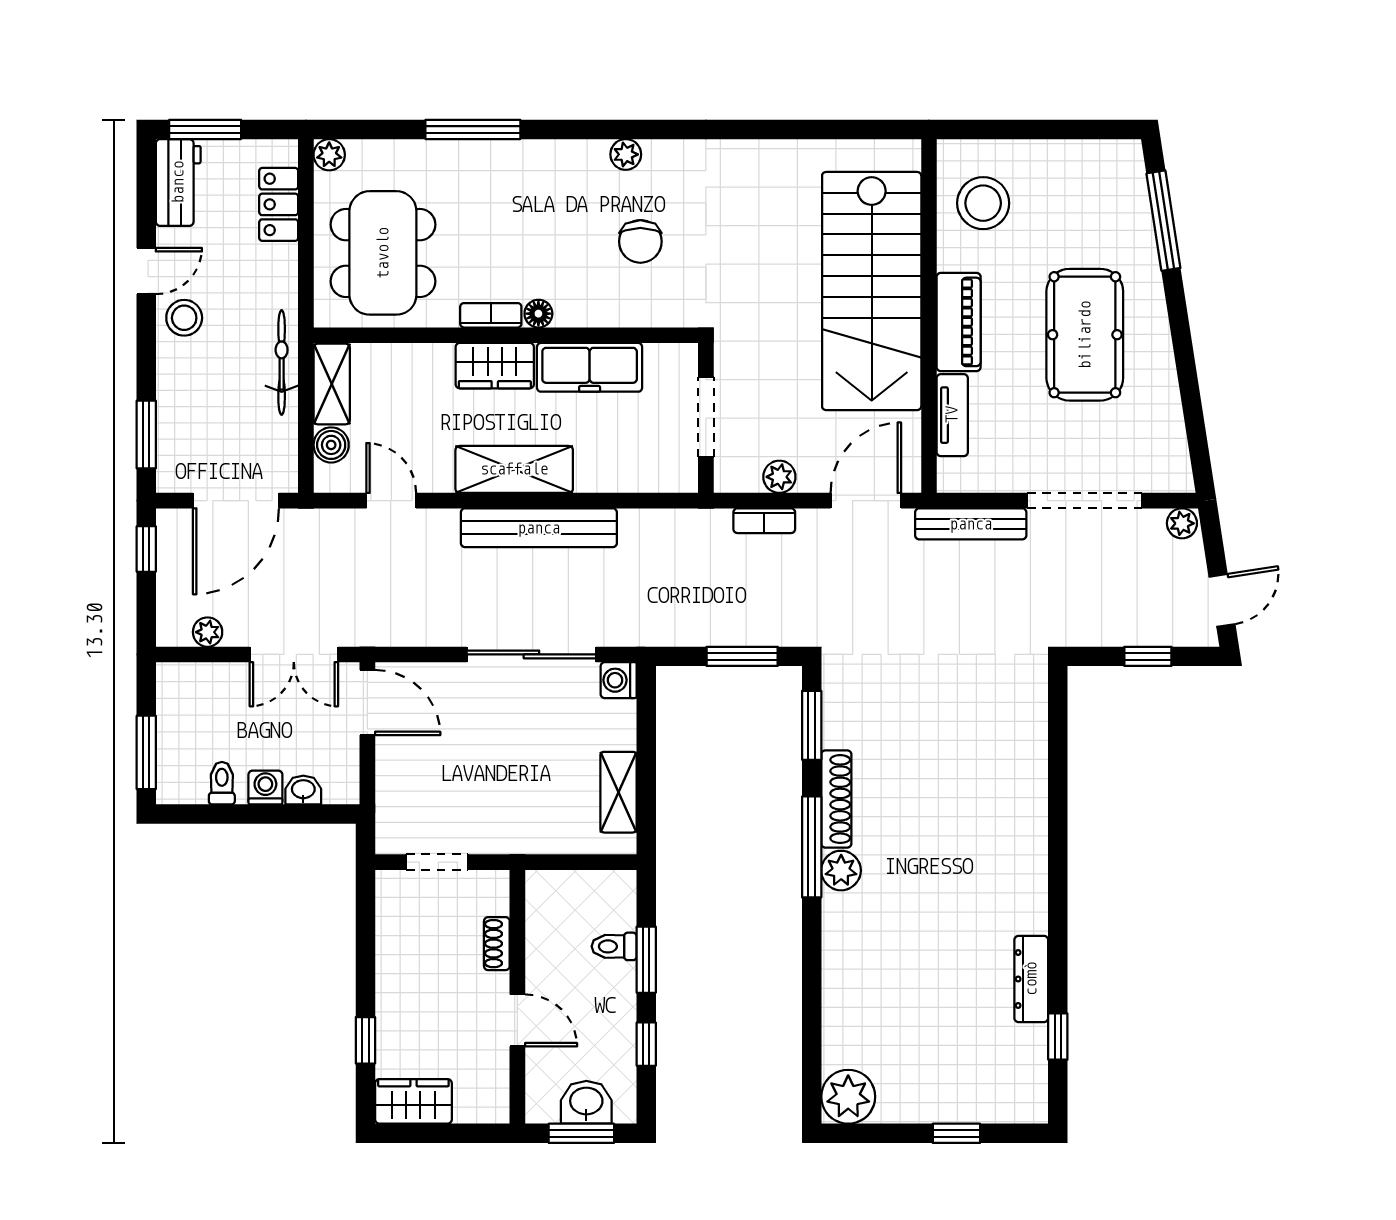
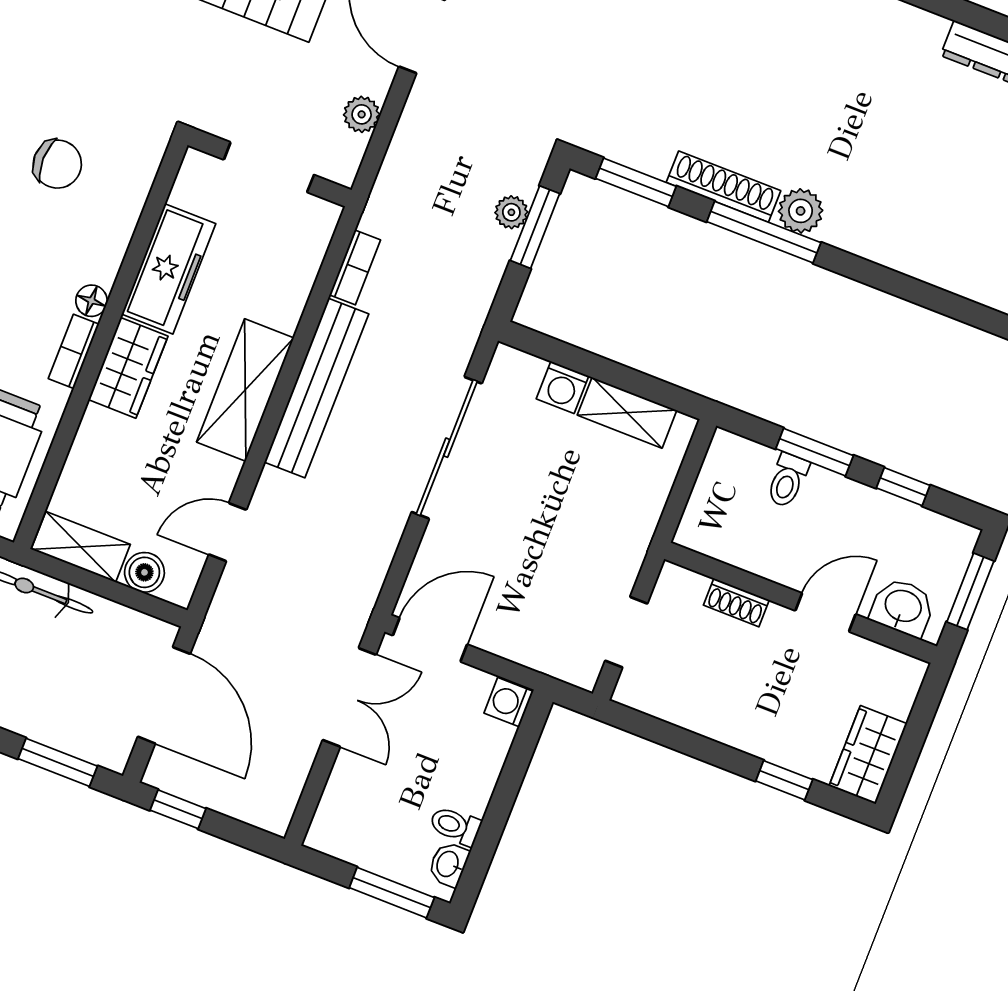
bookcase: (764, 521) -> (355, 267), moved
plant: (208, 632) -> (511, 212), moved
washing machine: (619, 680) -> (562, 387), moved
washing machine: (265, 788) -> (509, 702), moved
washbasin: (303, 790) -> (448, 864), moved
washbasin: (586, 1102) -> (903, 607), moved, turned 90

